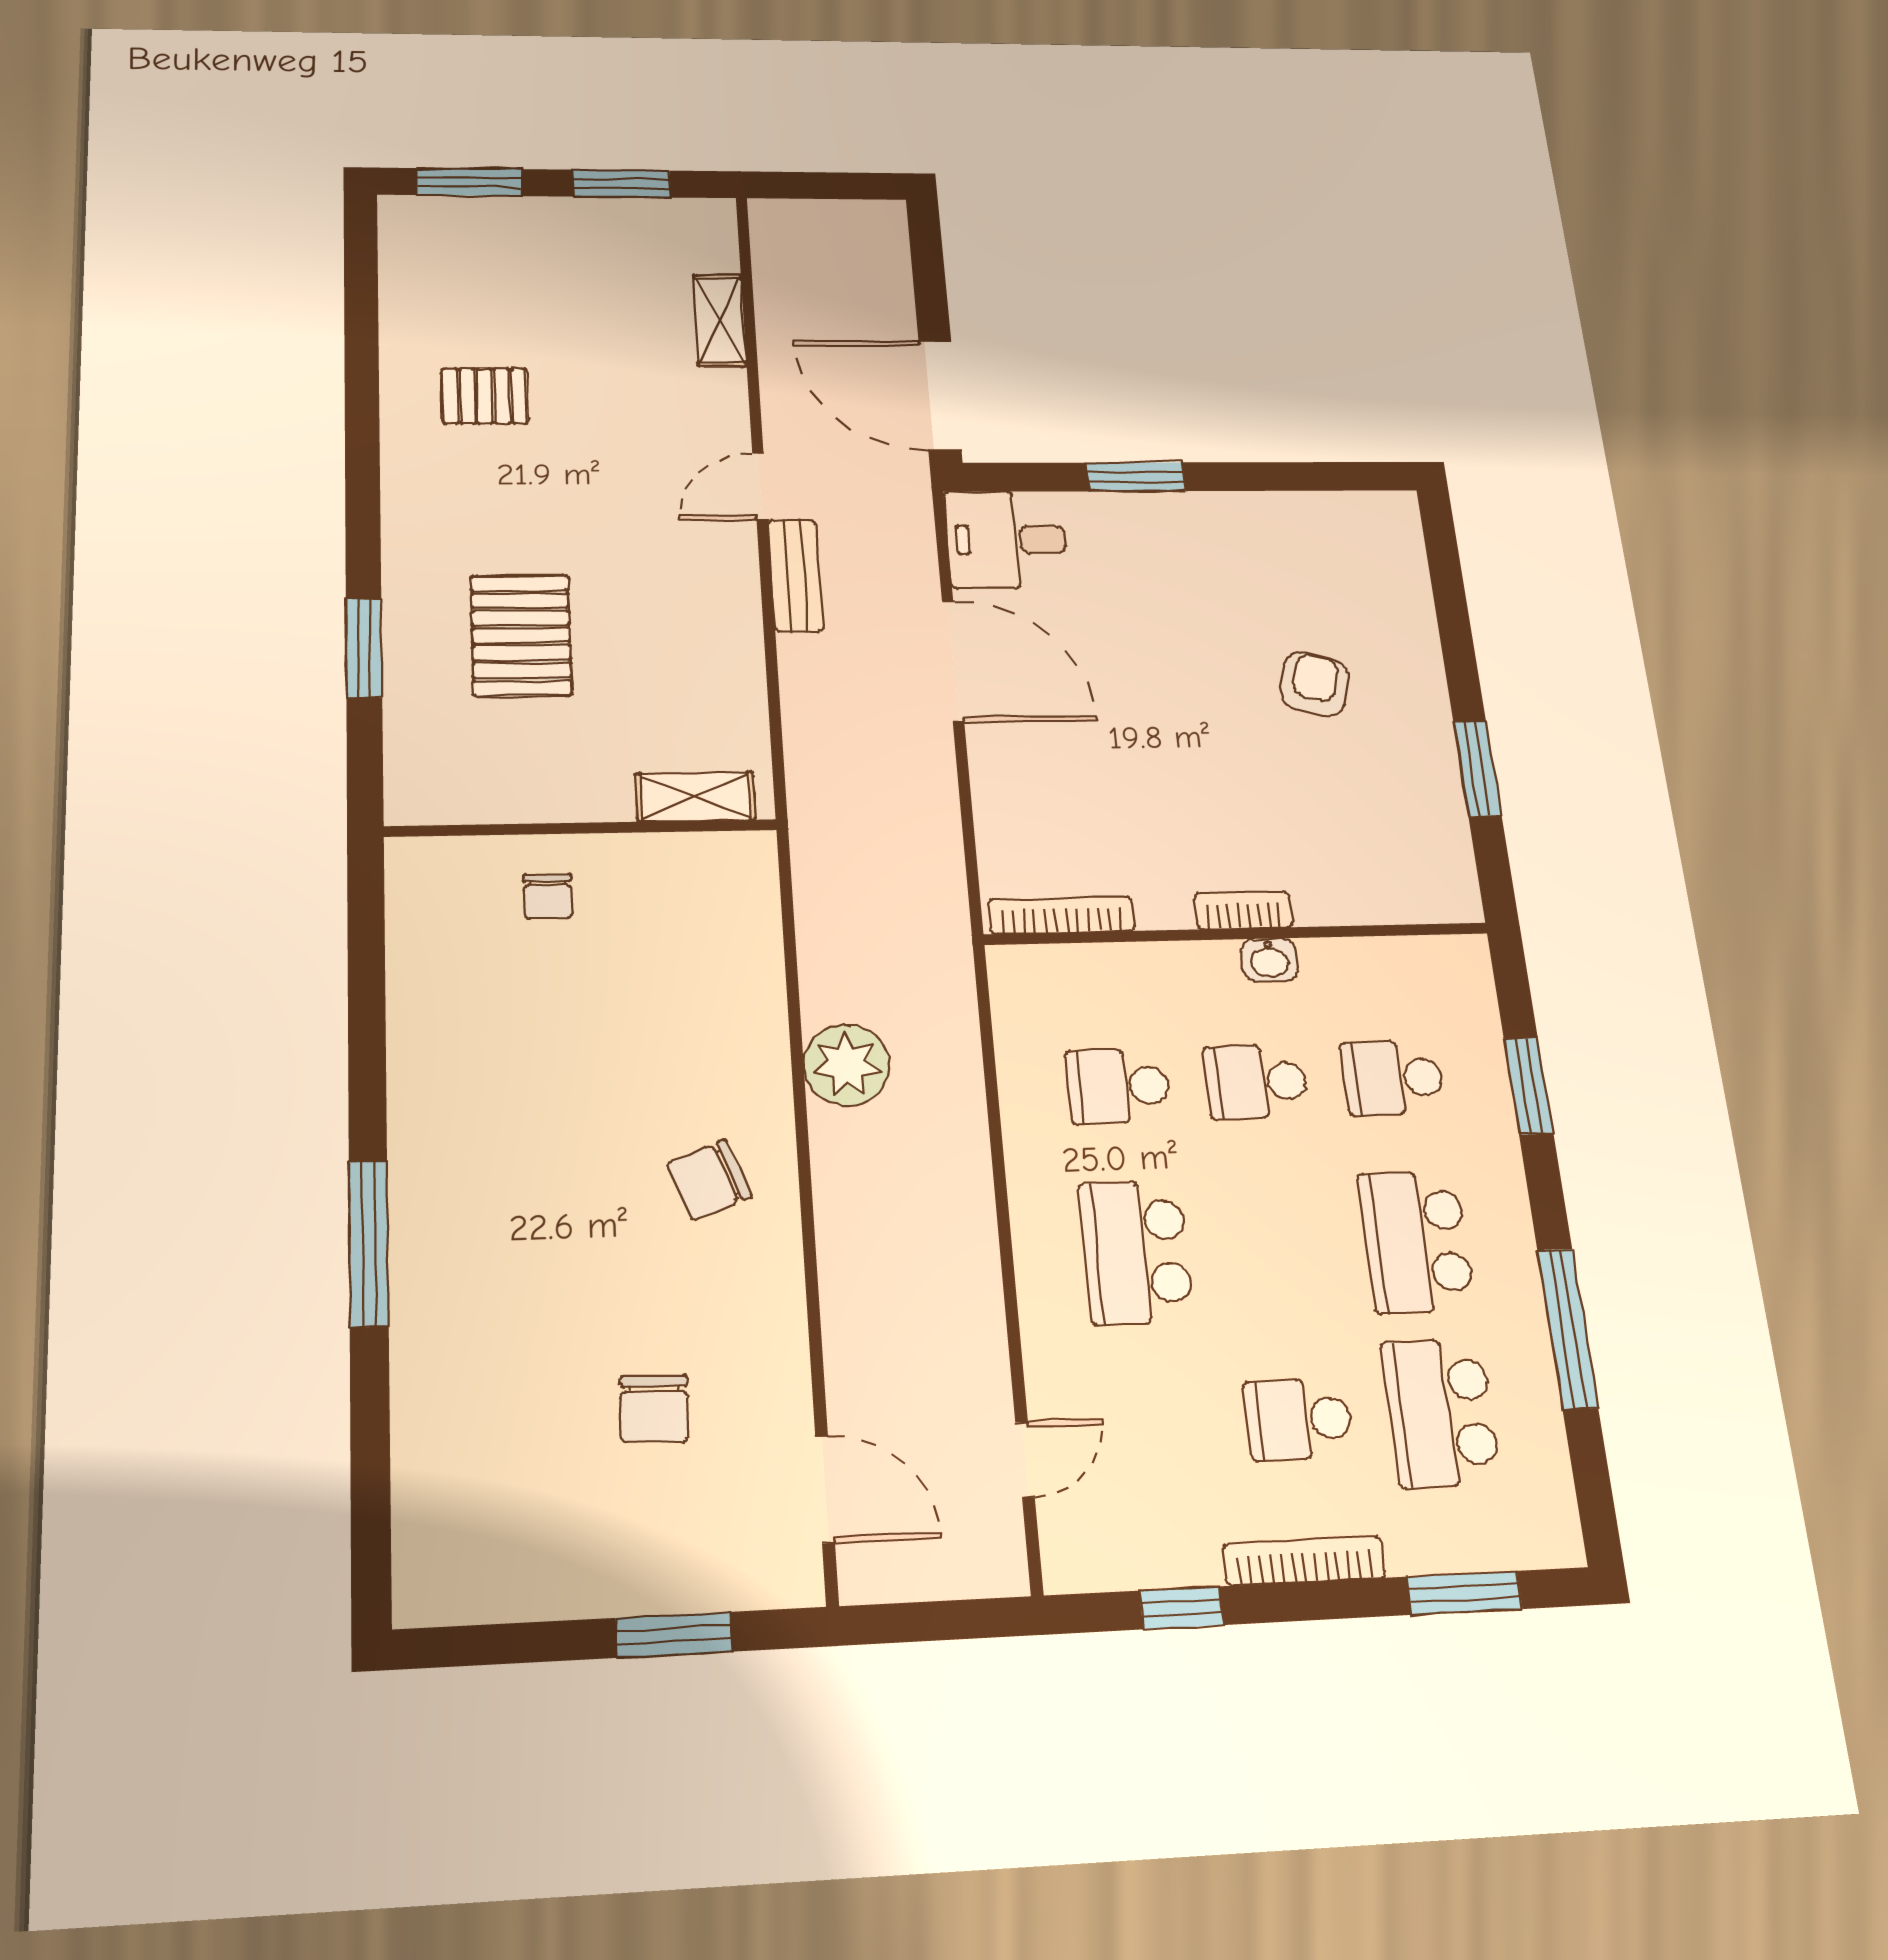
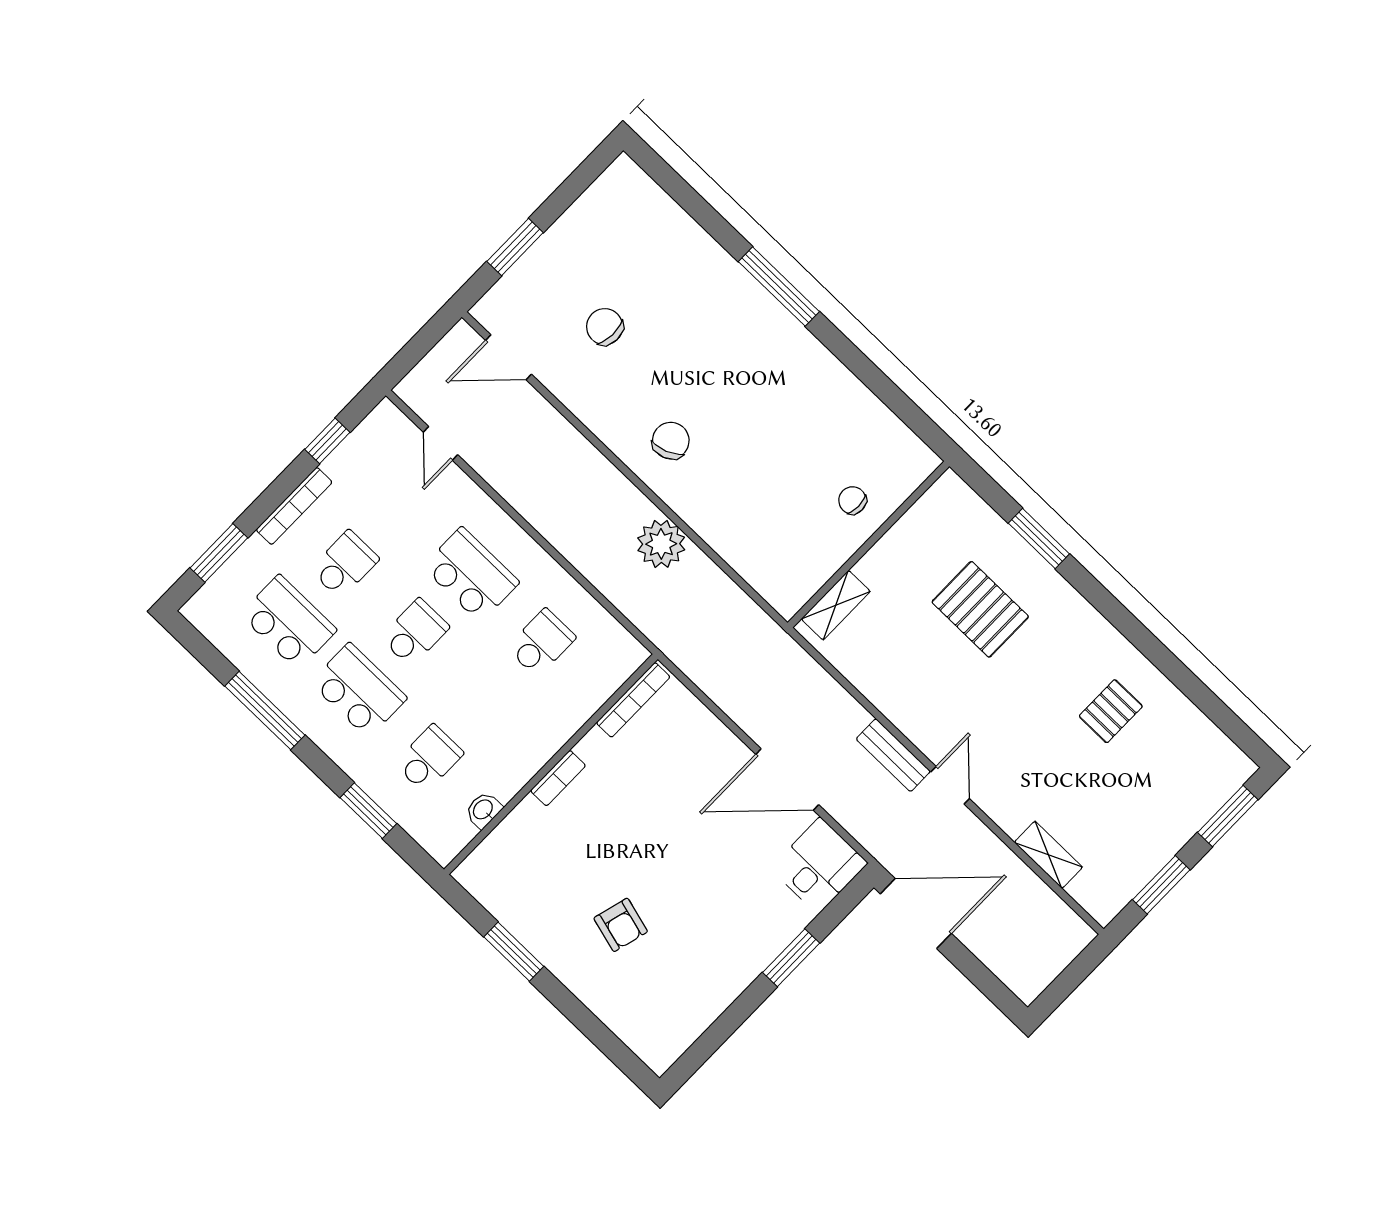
washbasin: (1269, 960) -> (483, 810), moved
school desk: (1256, 1082) -> (415, 632), moved

